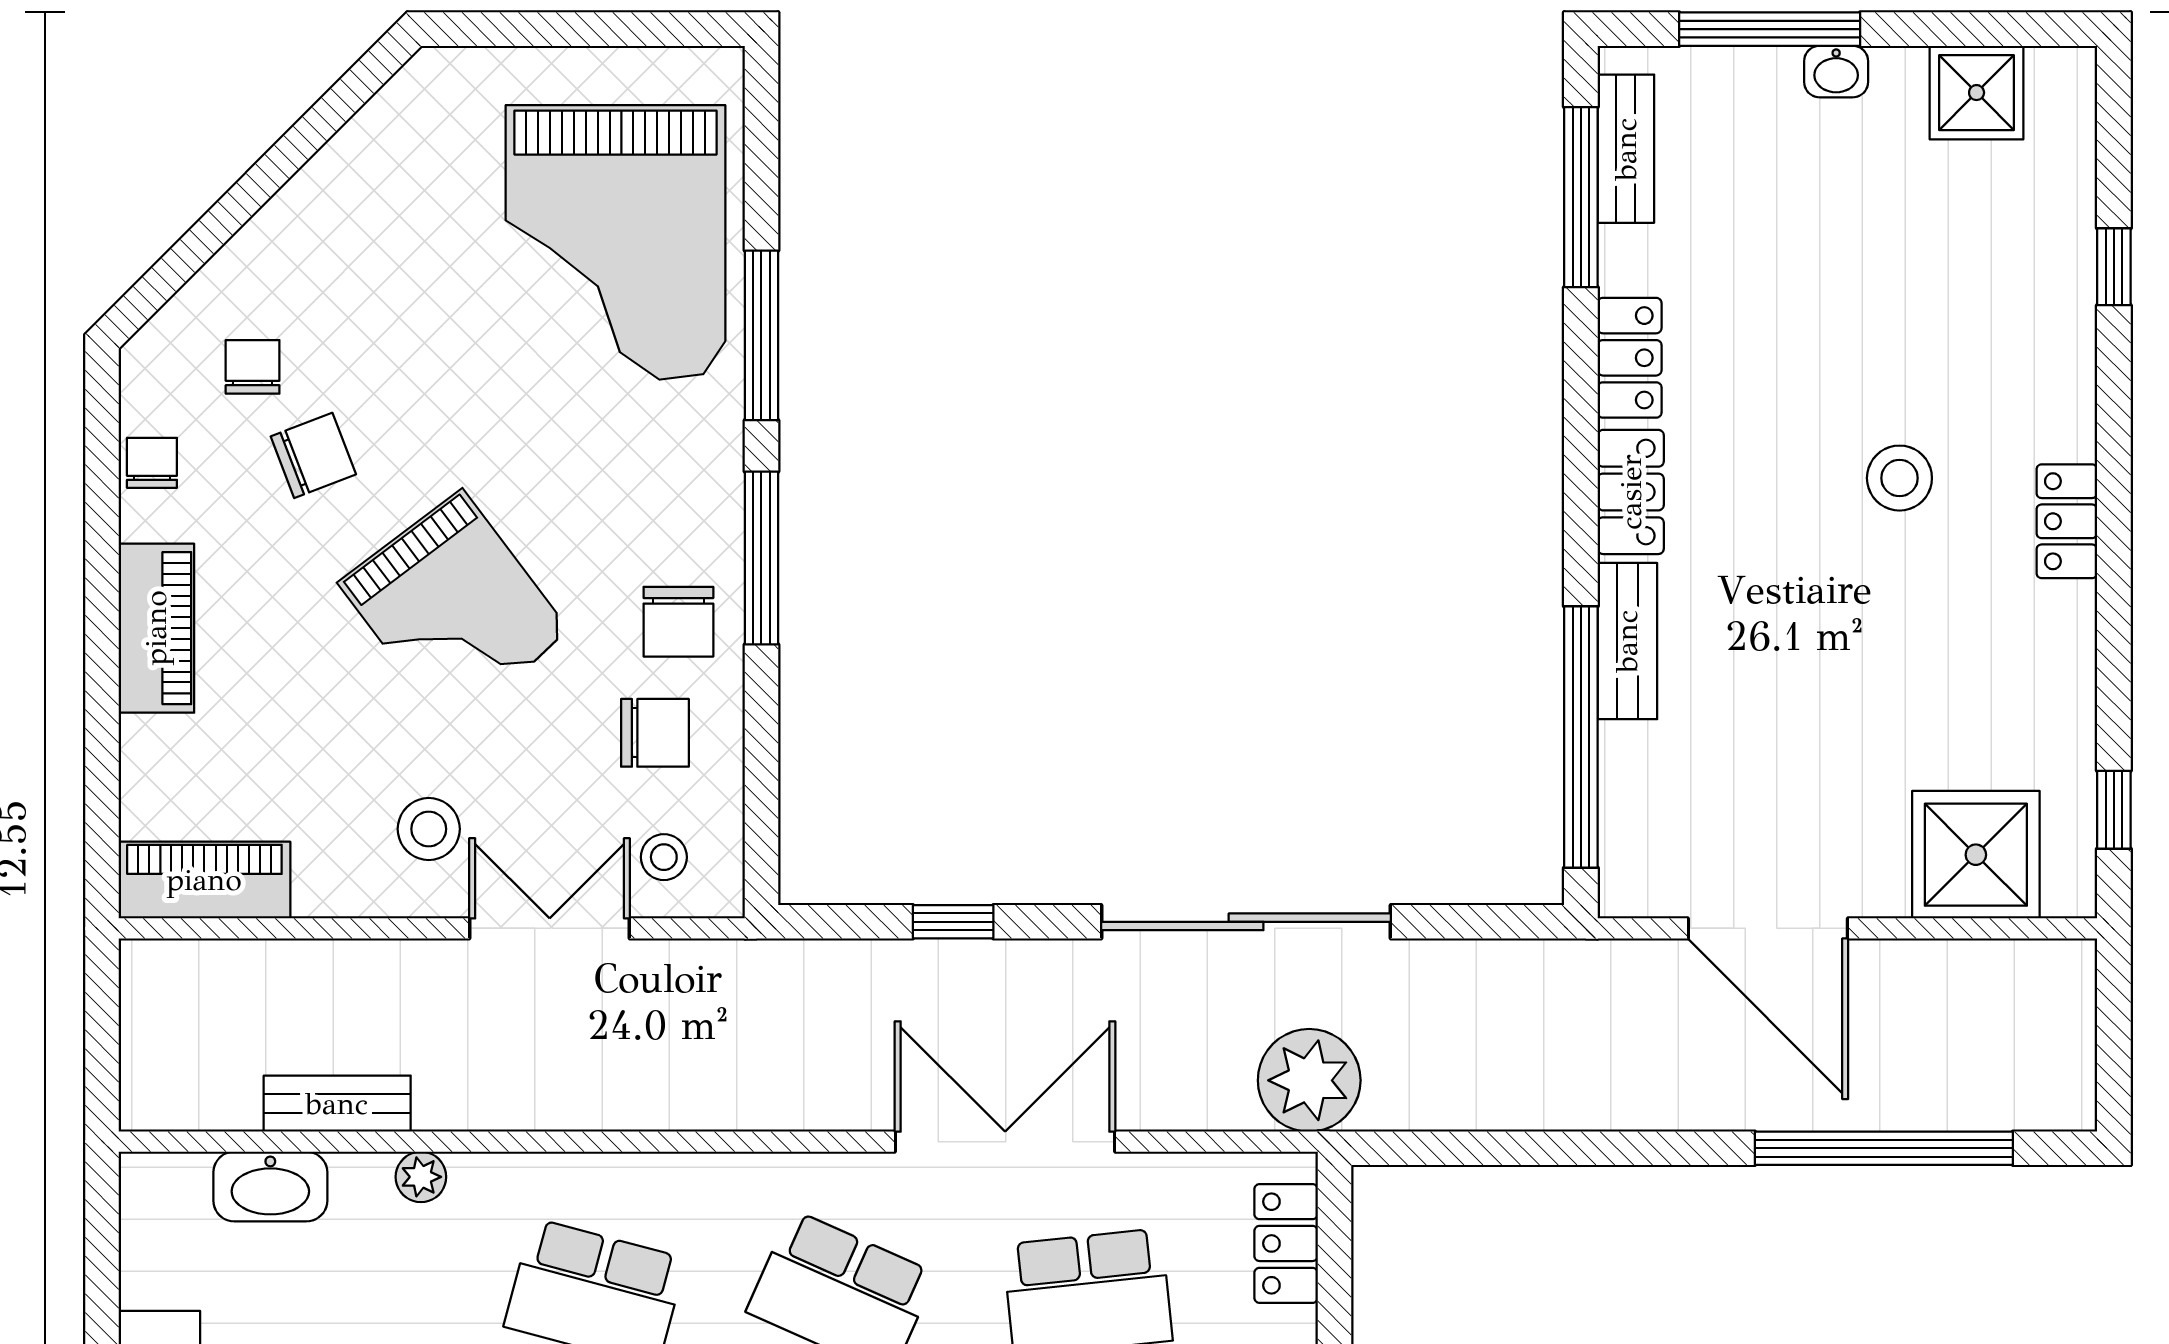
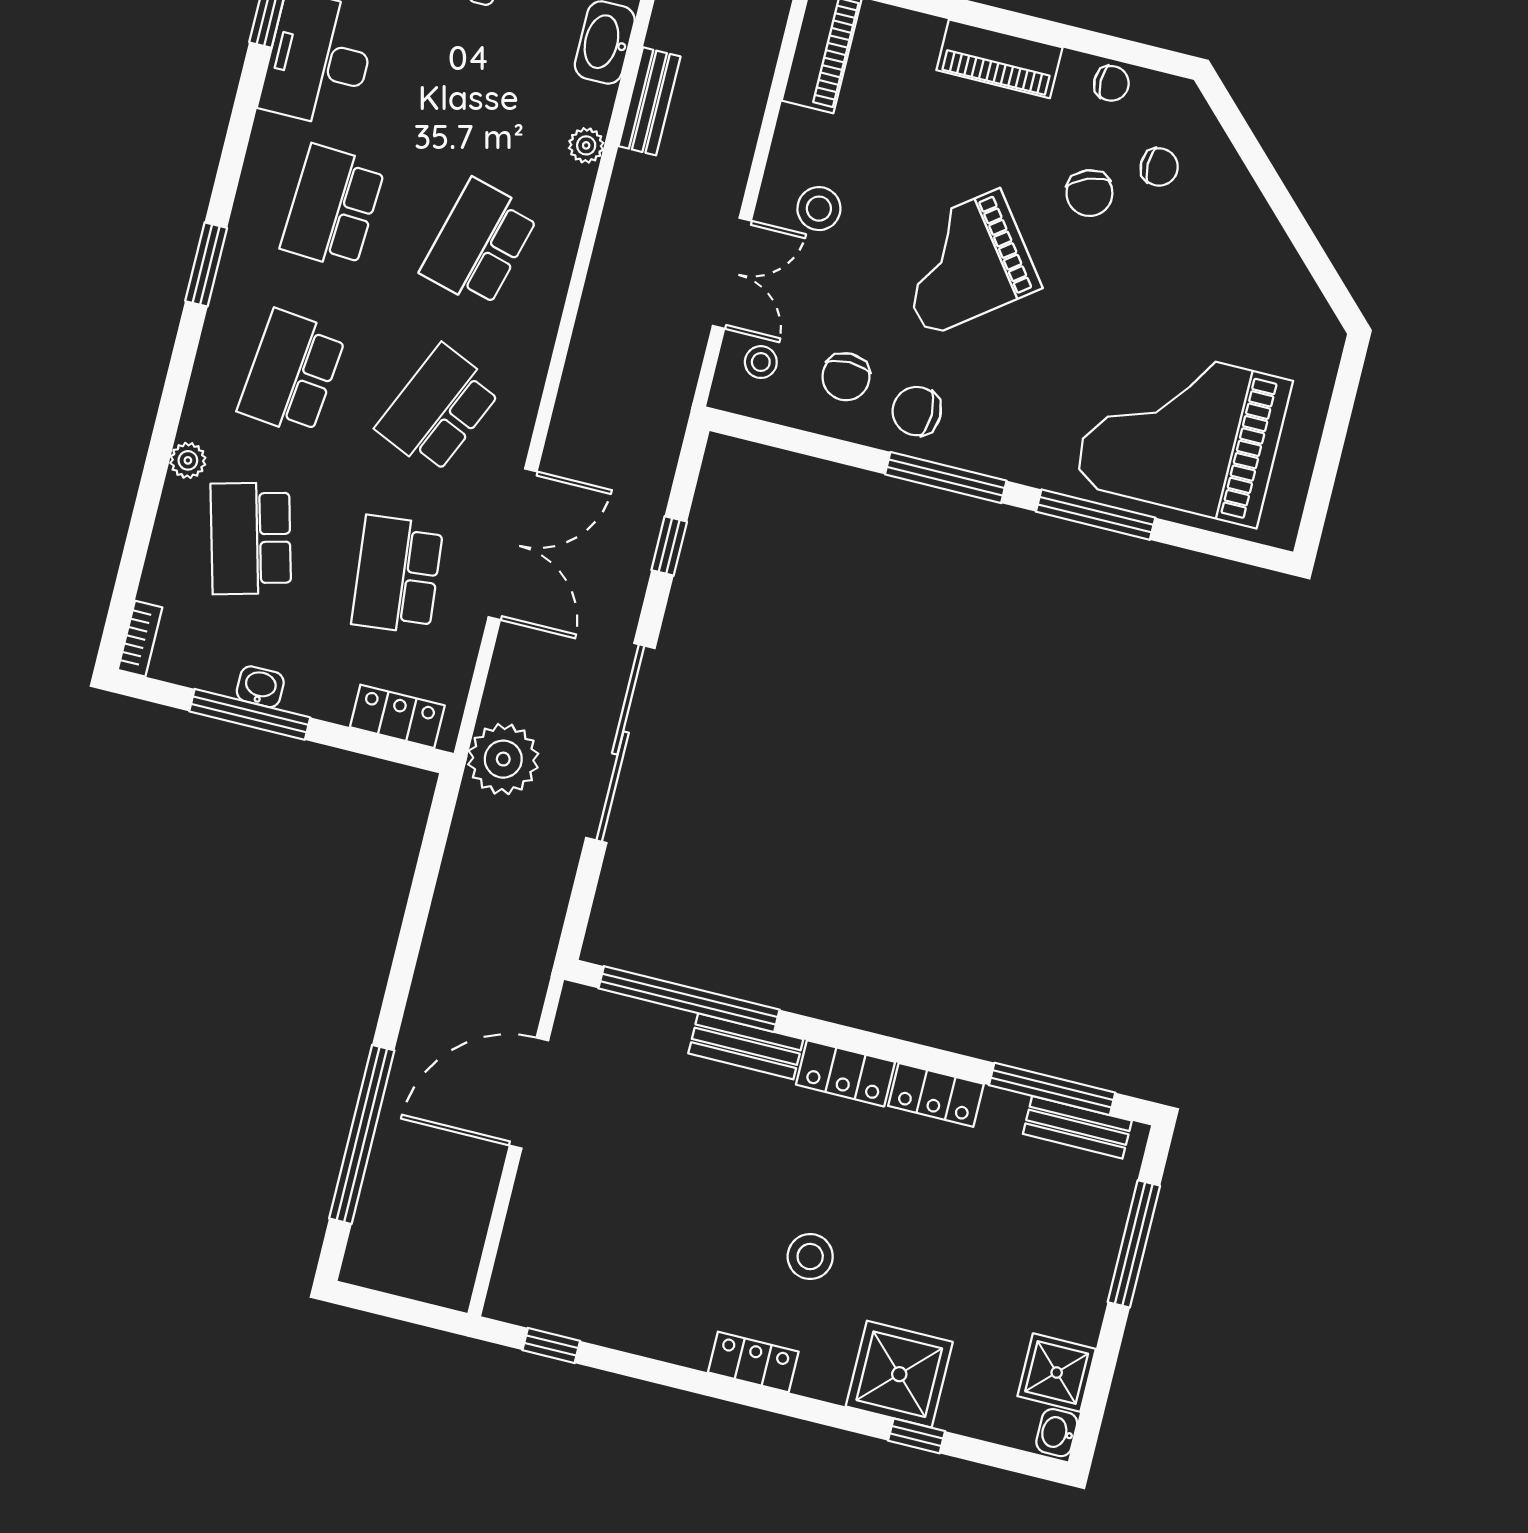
washbasin: (1836, 72) -> (1057, 1433), moved
shower: (1976, 855) -> (899, 1374), moved

